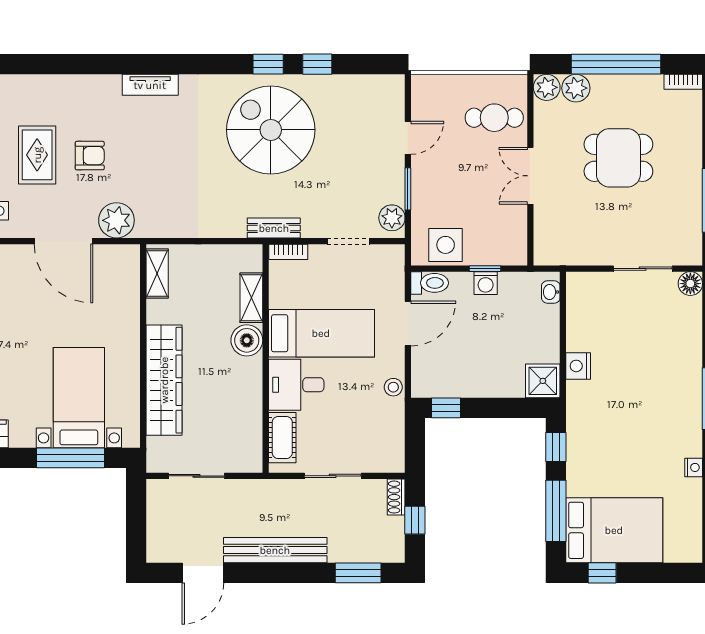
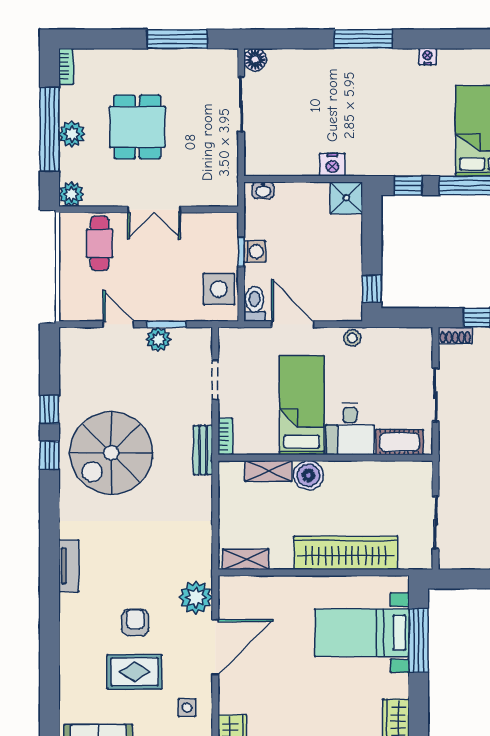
plant: (576, 88) -> (72, 134), moved
plant: (392, 218) -> (158, 339), moved

